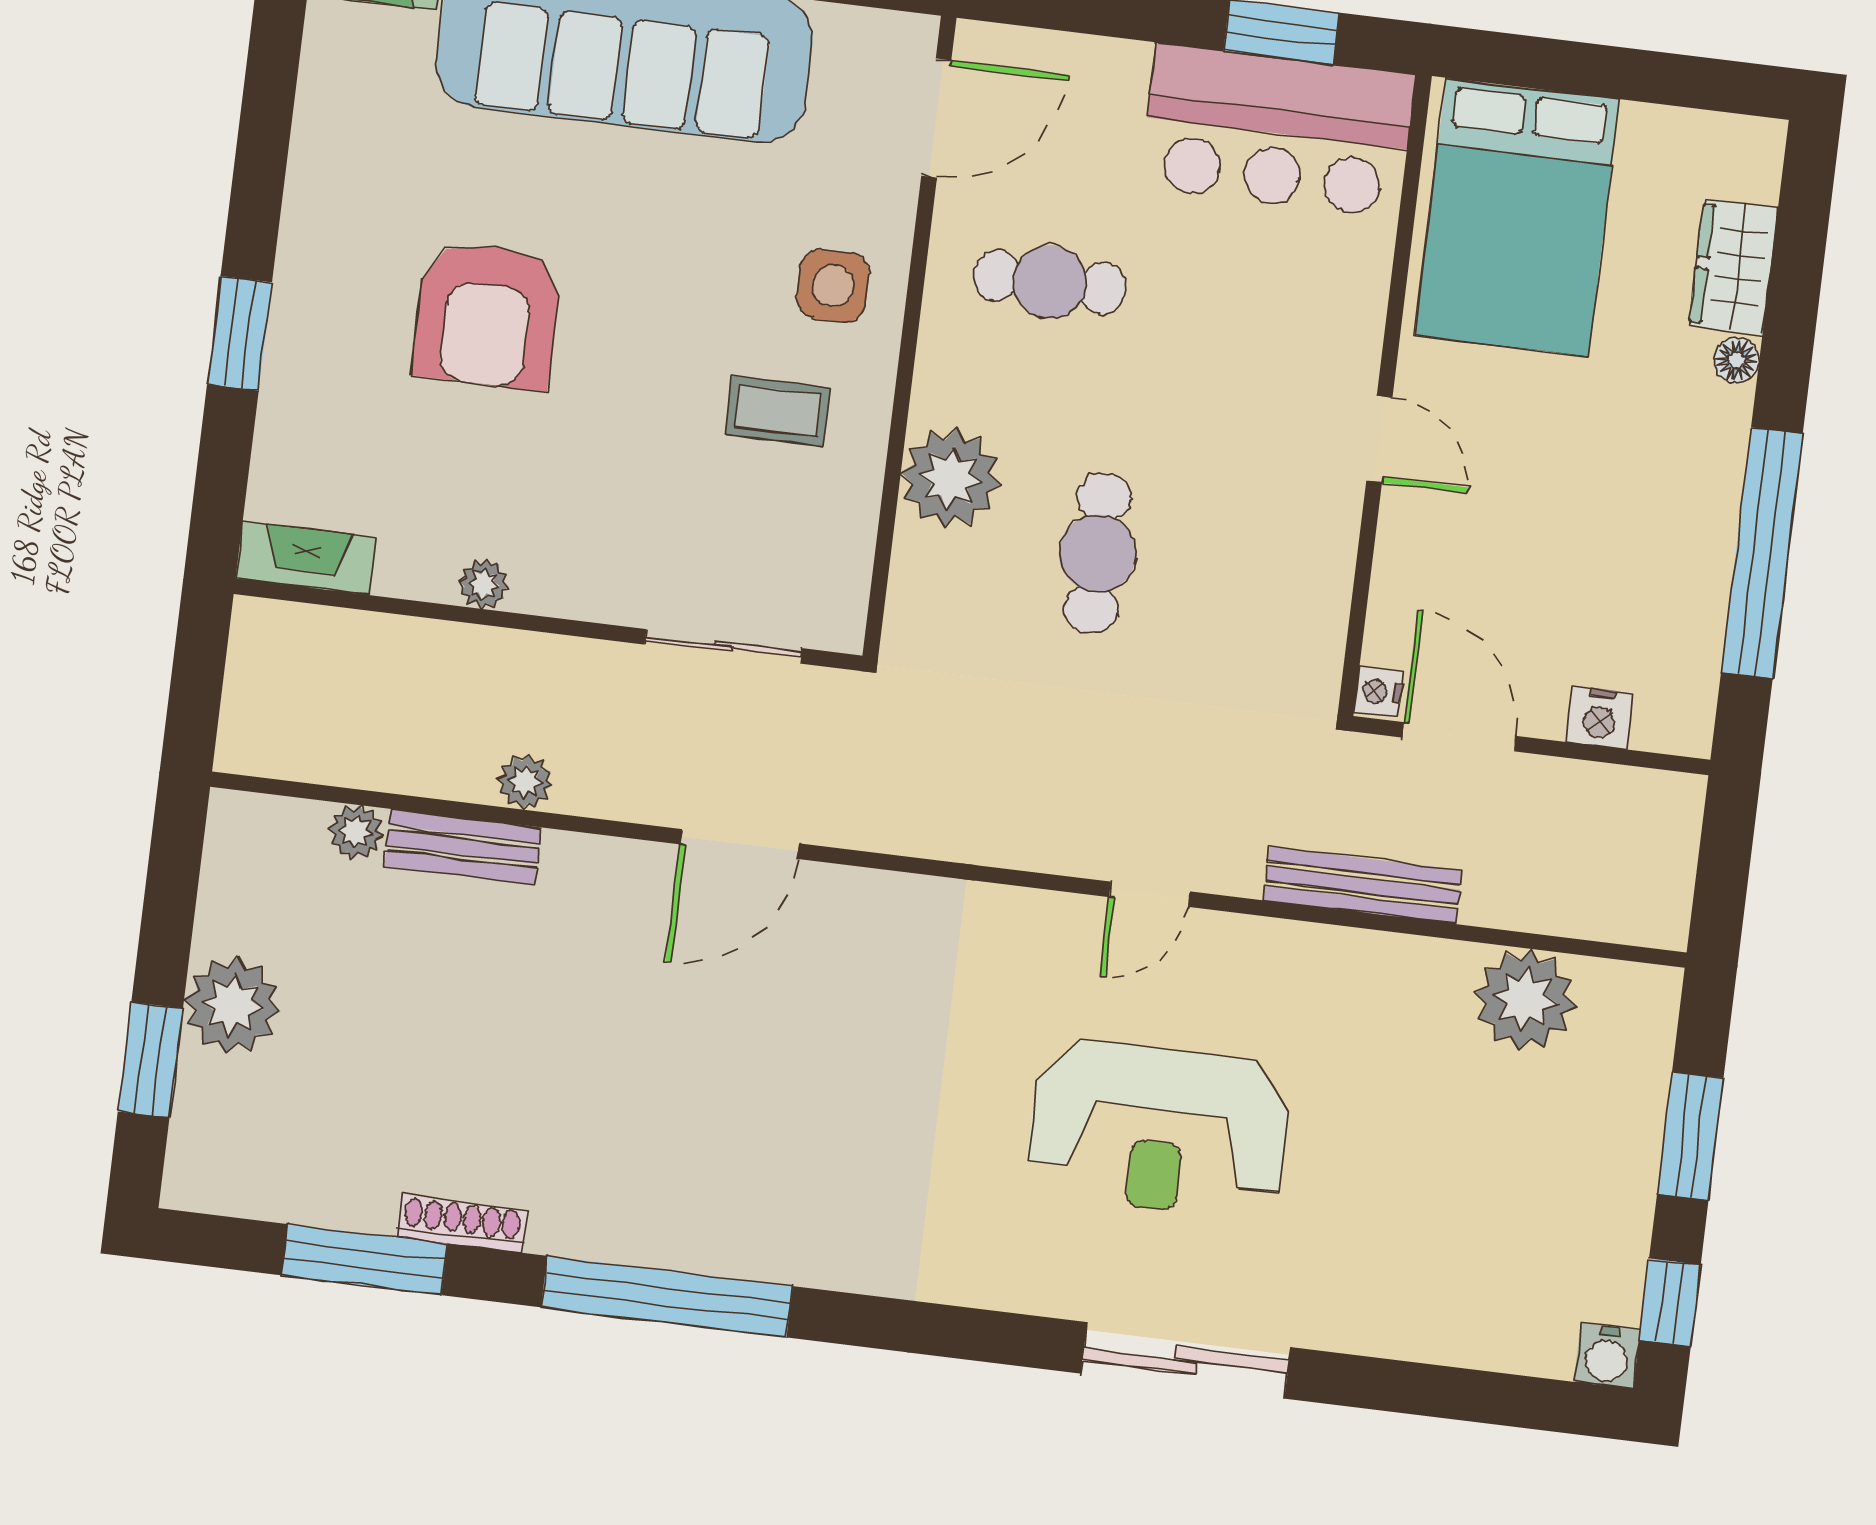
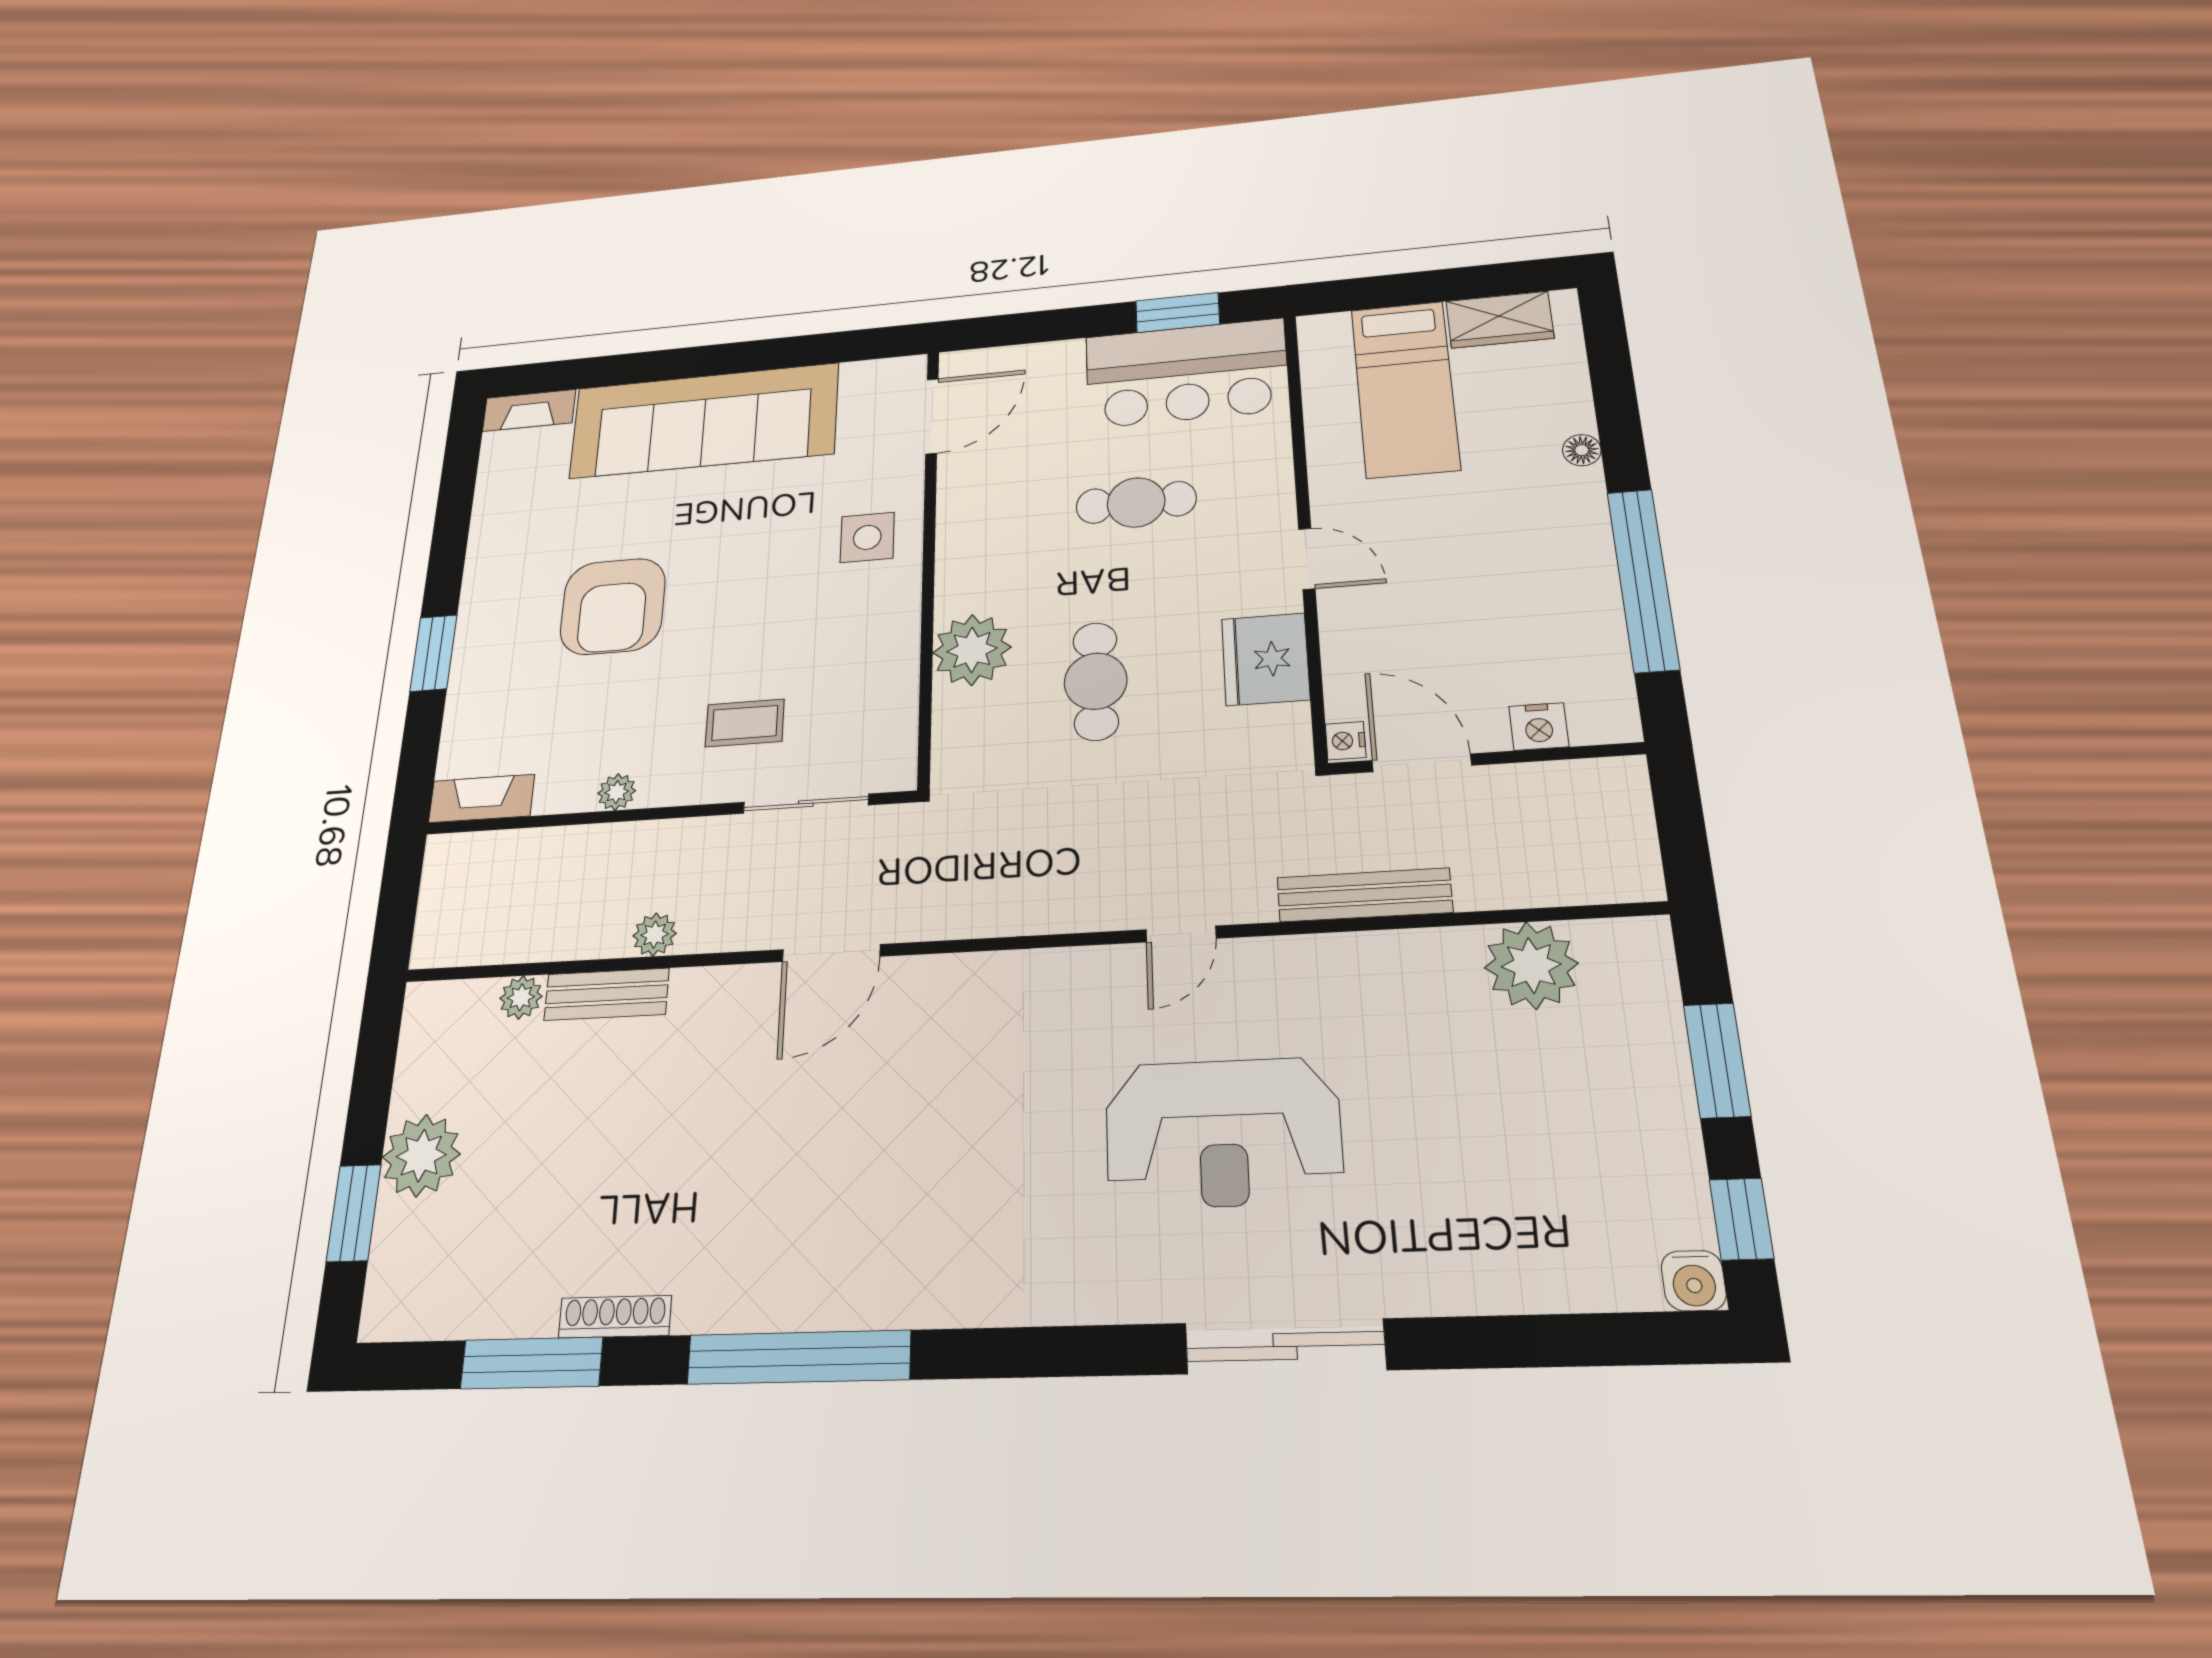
bed: (1517, 217) -> (1405, 389), width x0.67
wardrobe: (1733, 267) -> (1500, 320), moved, turned -90
cafe table: (1050, 282) -> (1136, 502), moved
coffee table: (778, 411) -> (745, 723), moved
fridge: (1305, 566) -> (1266, 659), added

